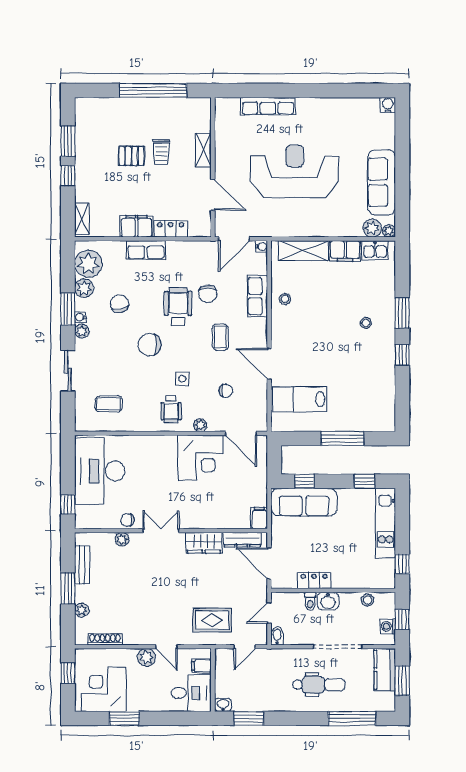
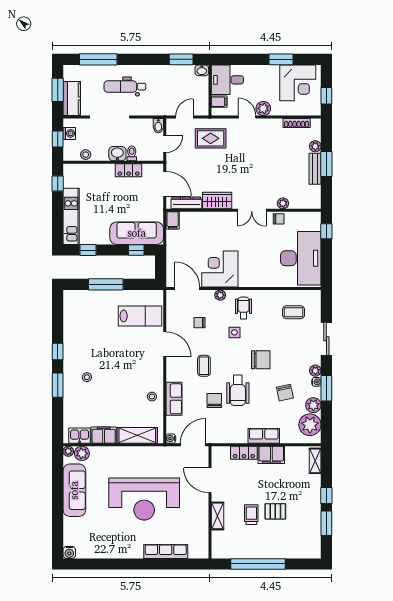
bench: (82, 565) -> (315, 169), moved

